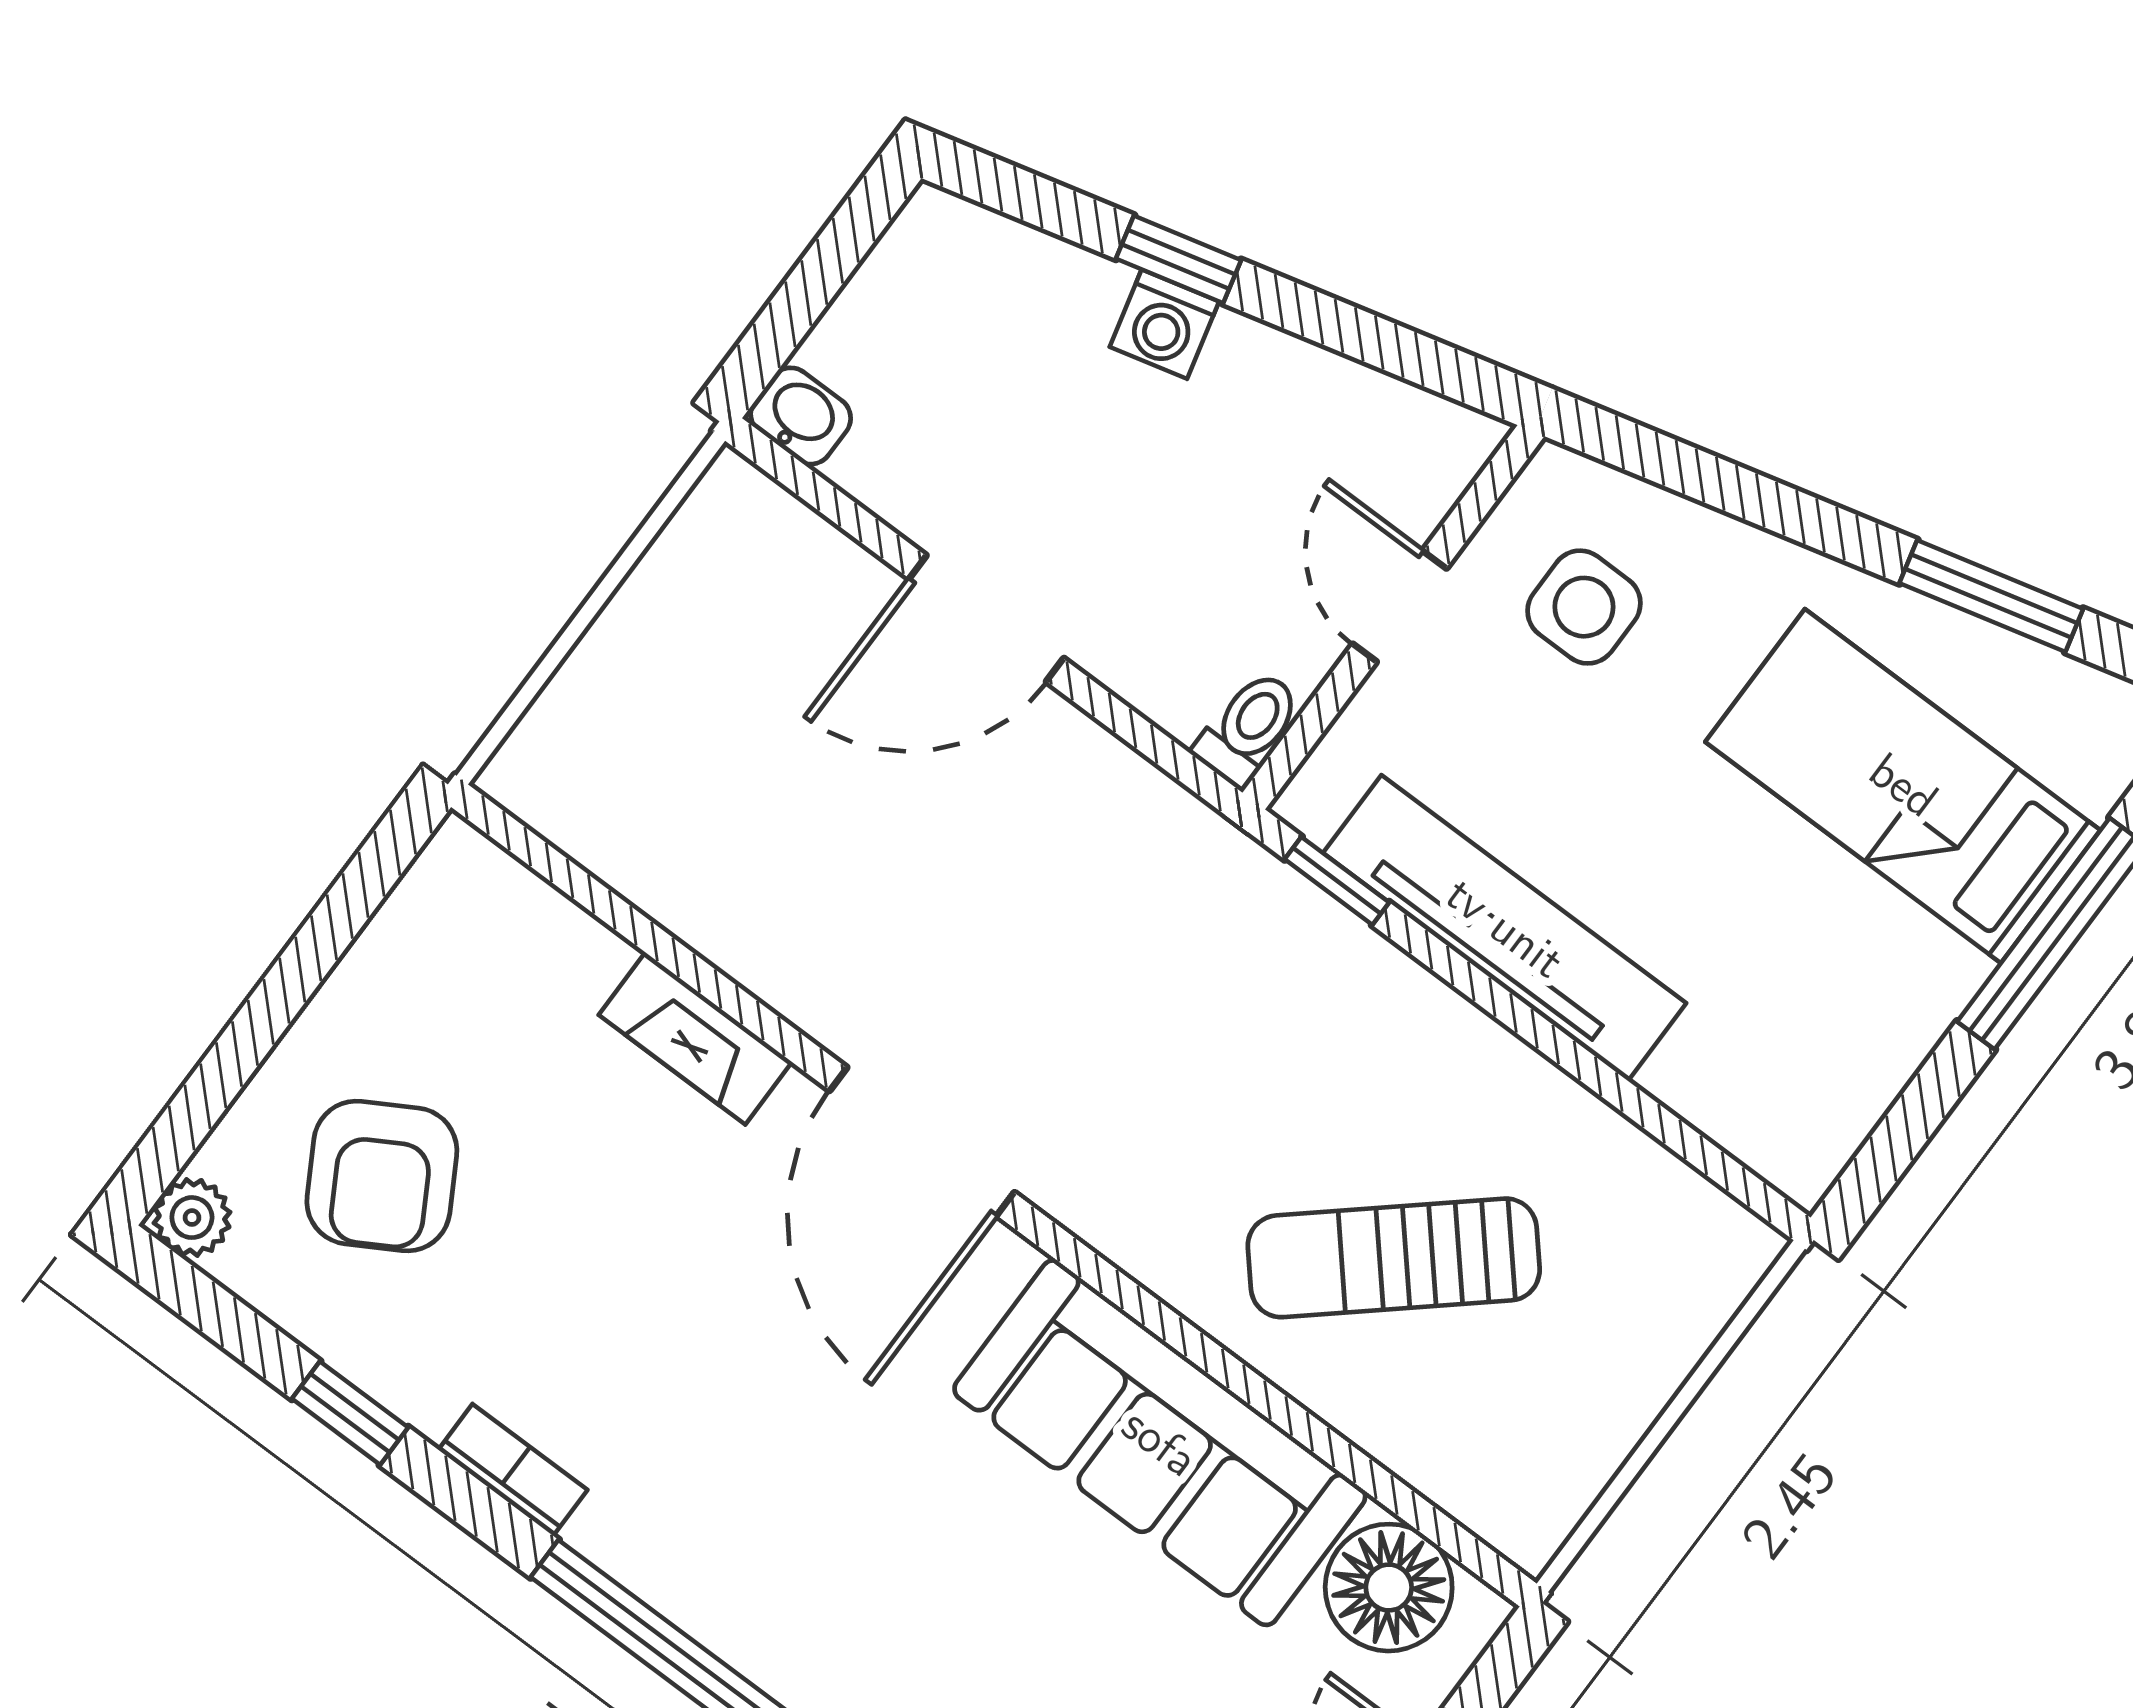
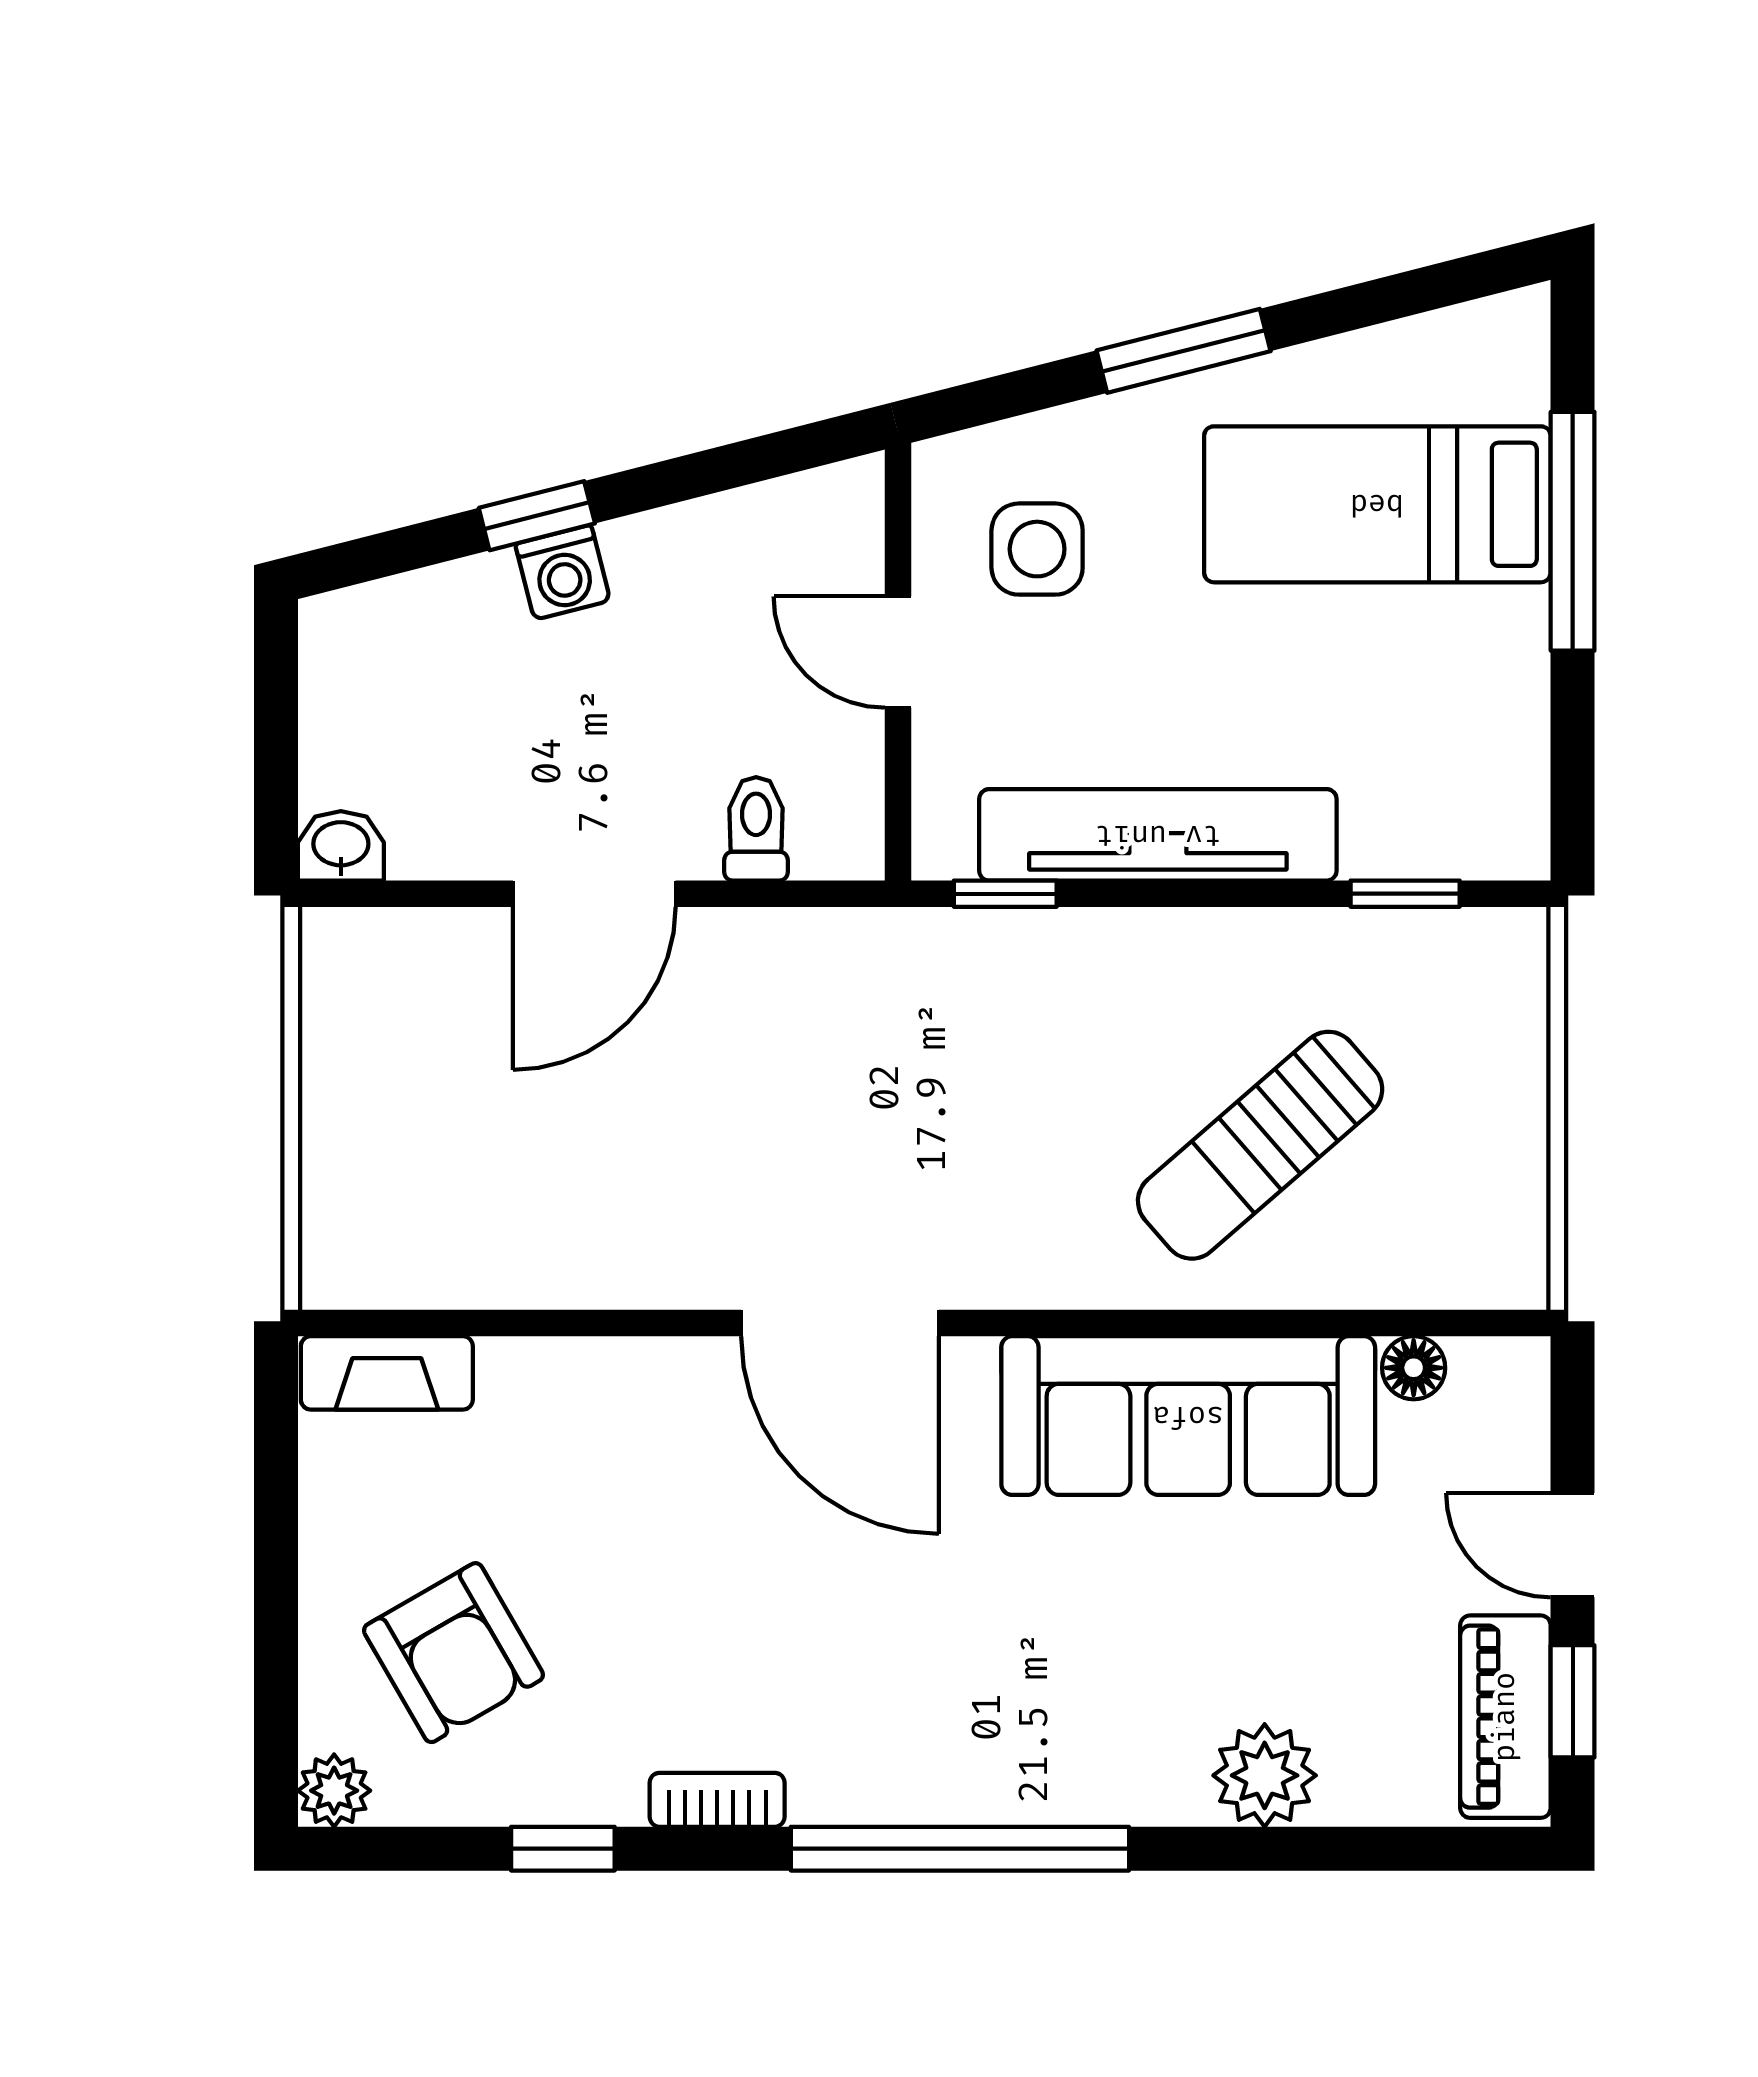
window: (1991, 596) -> (1184, 351), moved
toilet: (1248, 728) -> (756, 829), moved
fireplace: (695, 1038) -> (387, 1373), moved
window: (1678, 1136) -> (1405, 894), added
floor lamp: (1389, 1588) -> (1414, 1368), width x0.53, depth x0.53

